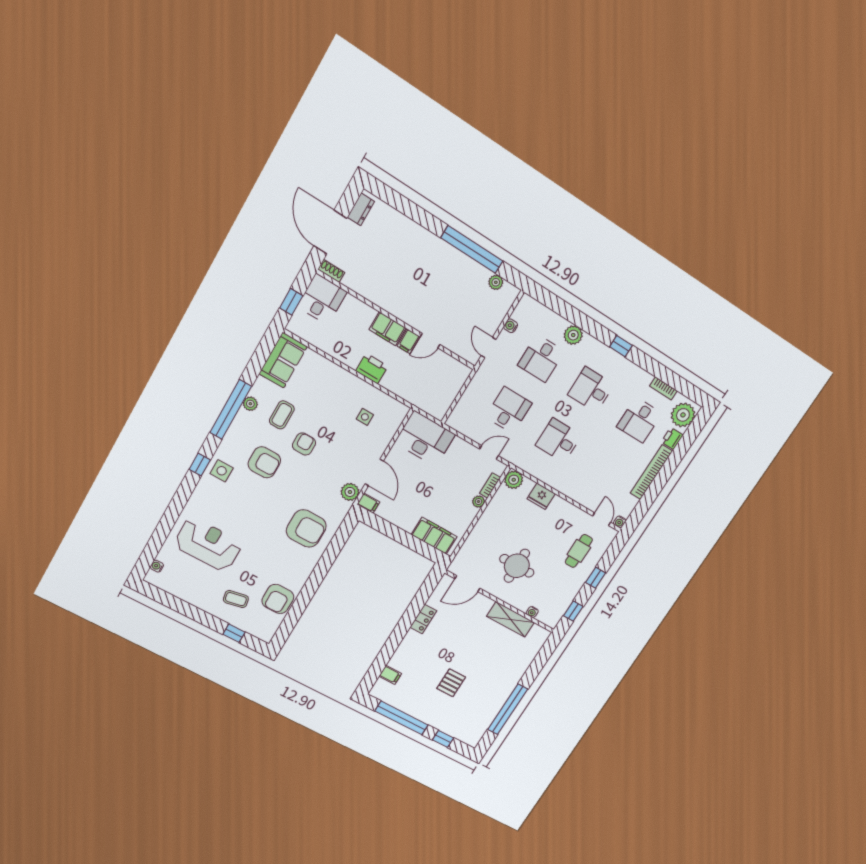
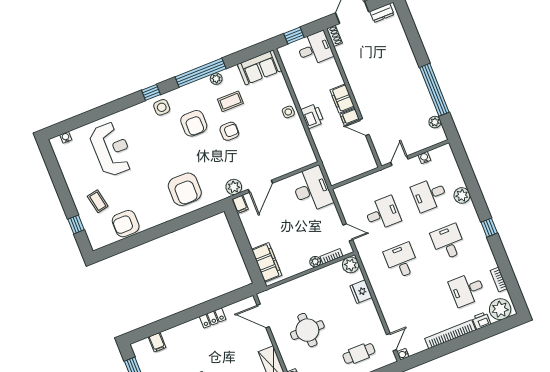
side table: (365, 417) -> (288, 112), moved

